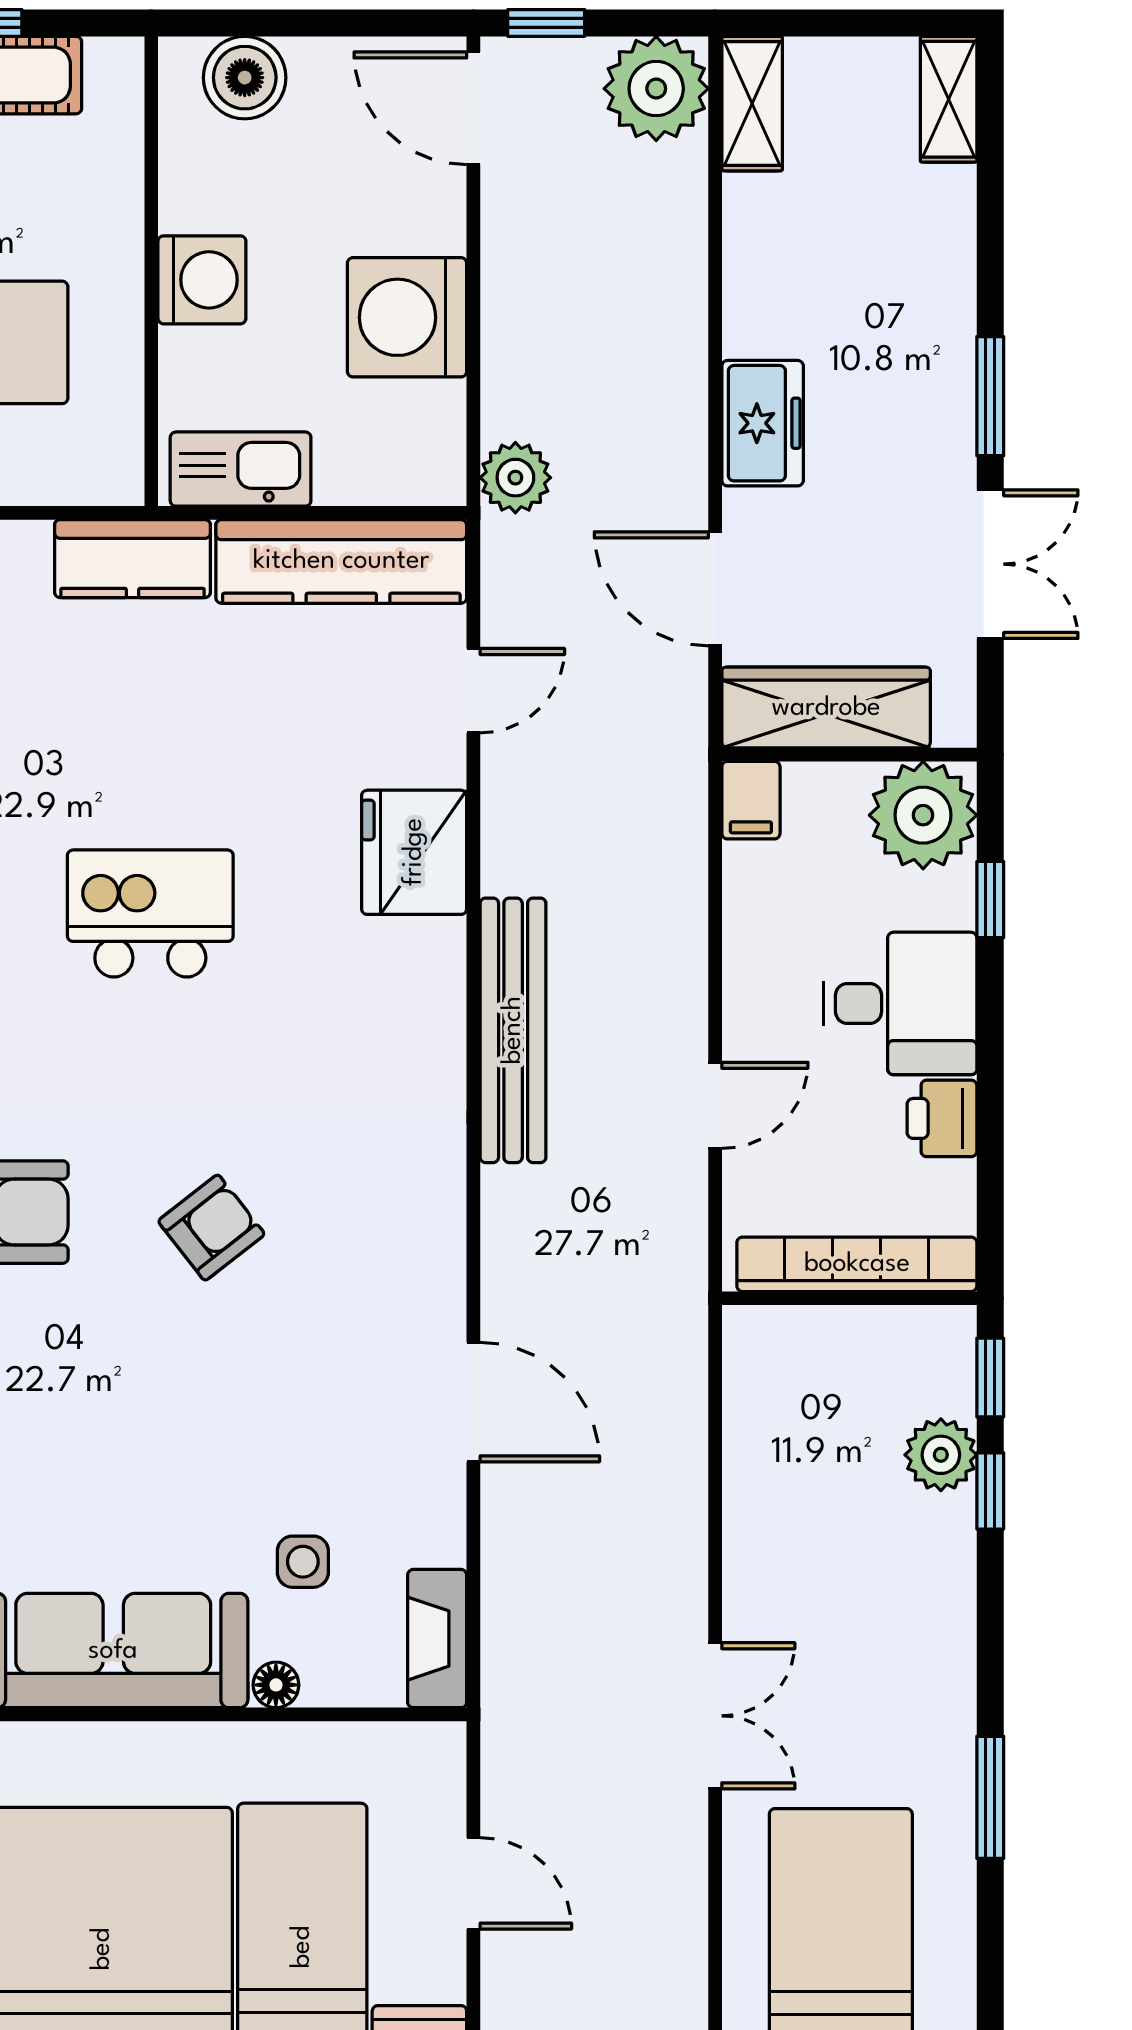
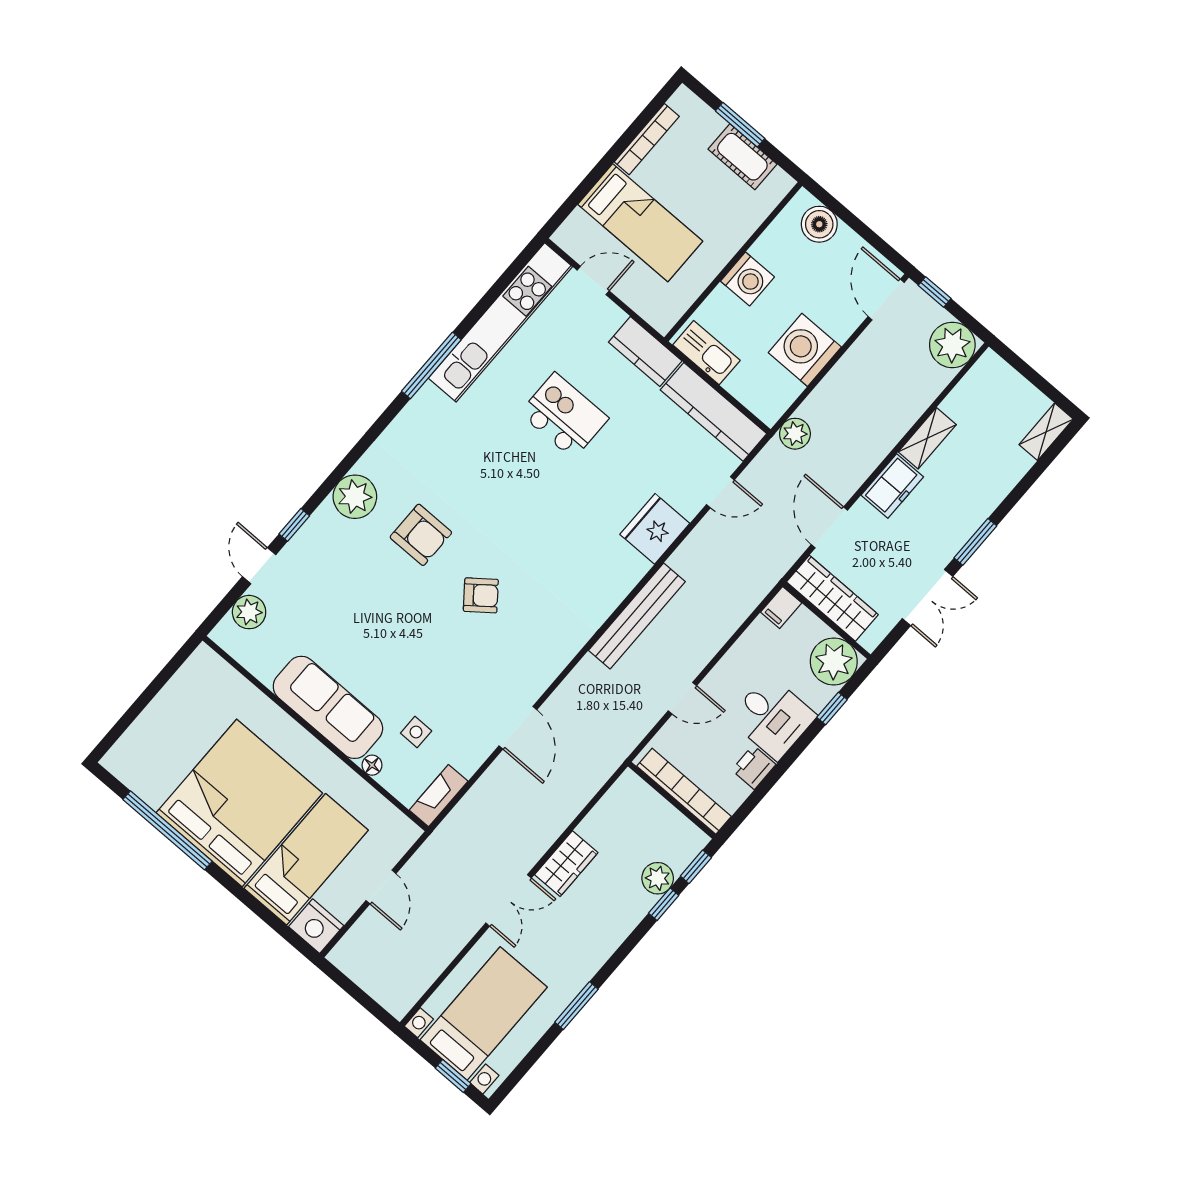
shelving: (752, 104) -> (927, 438), moved
kitchen island: (150, 913) -> (564, 416), moved
wardrobe: (760, 1566) -> (566, 864), added

